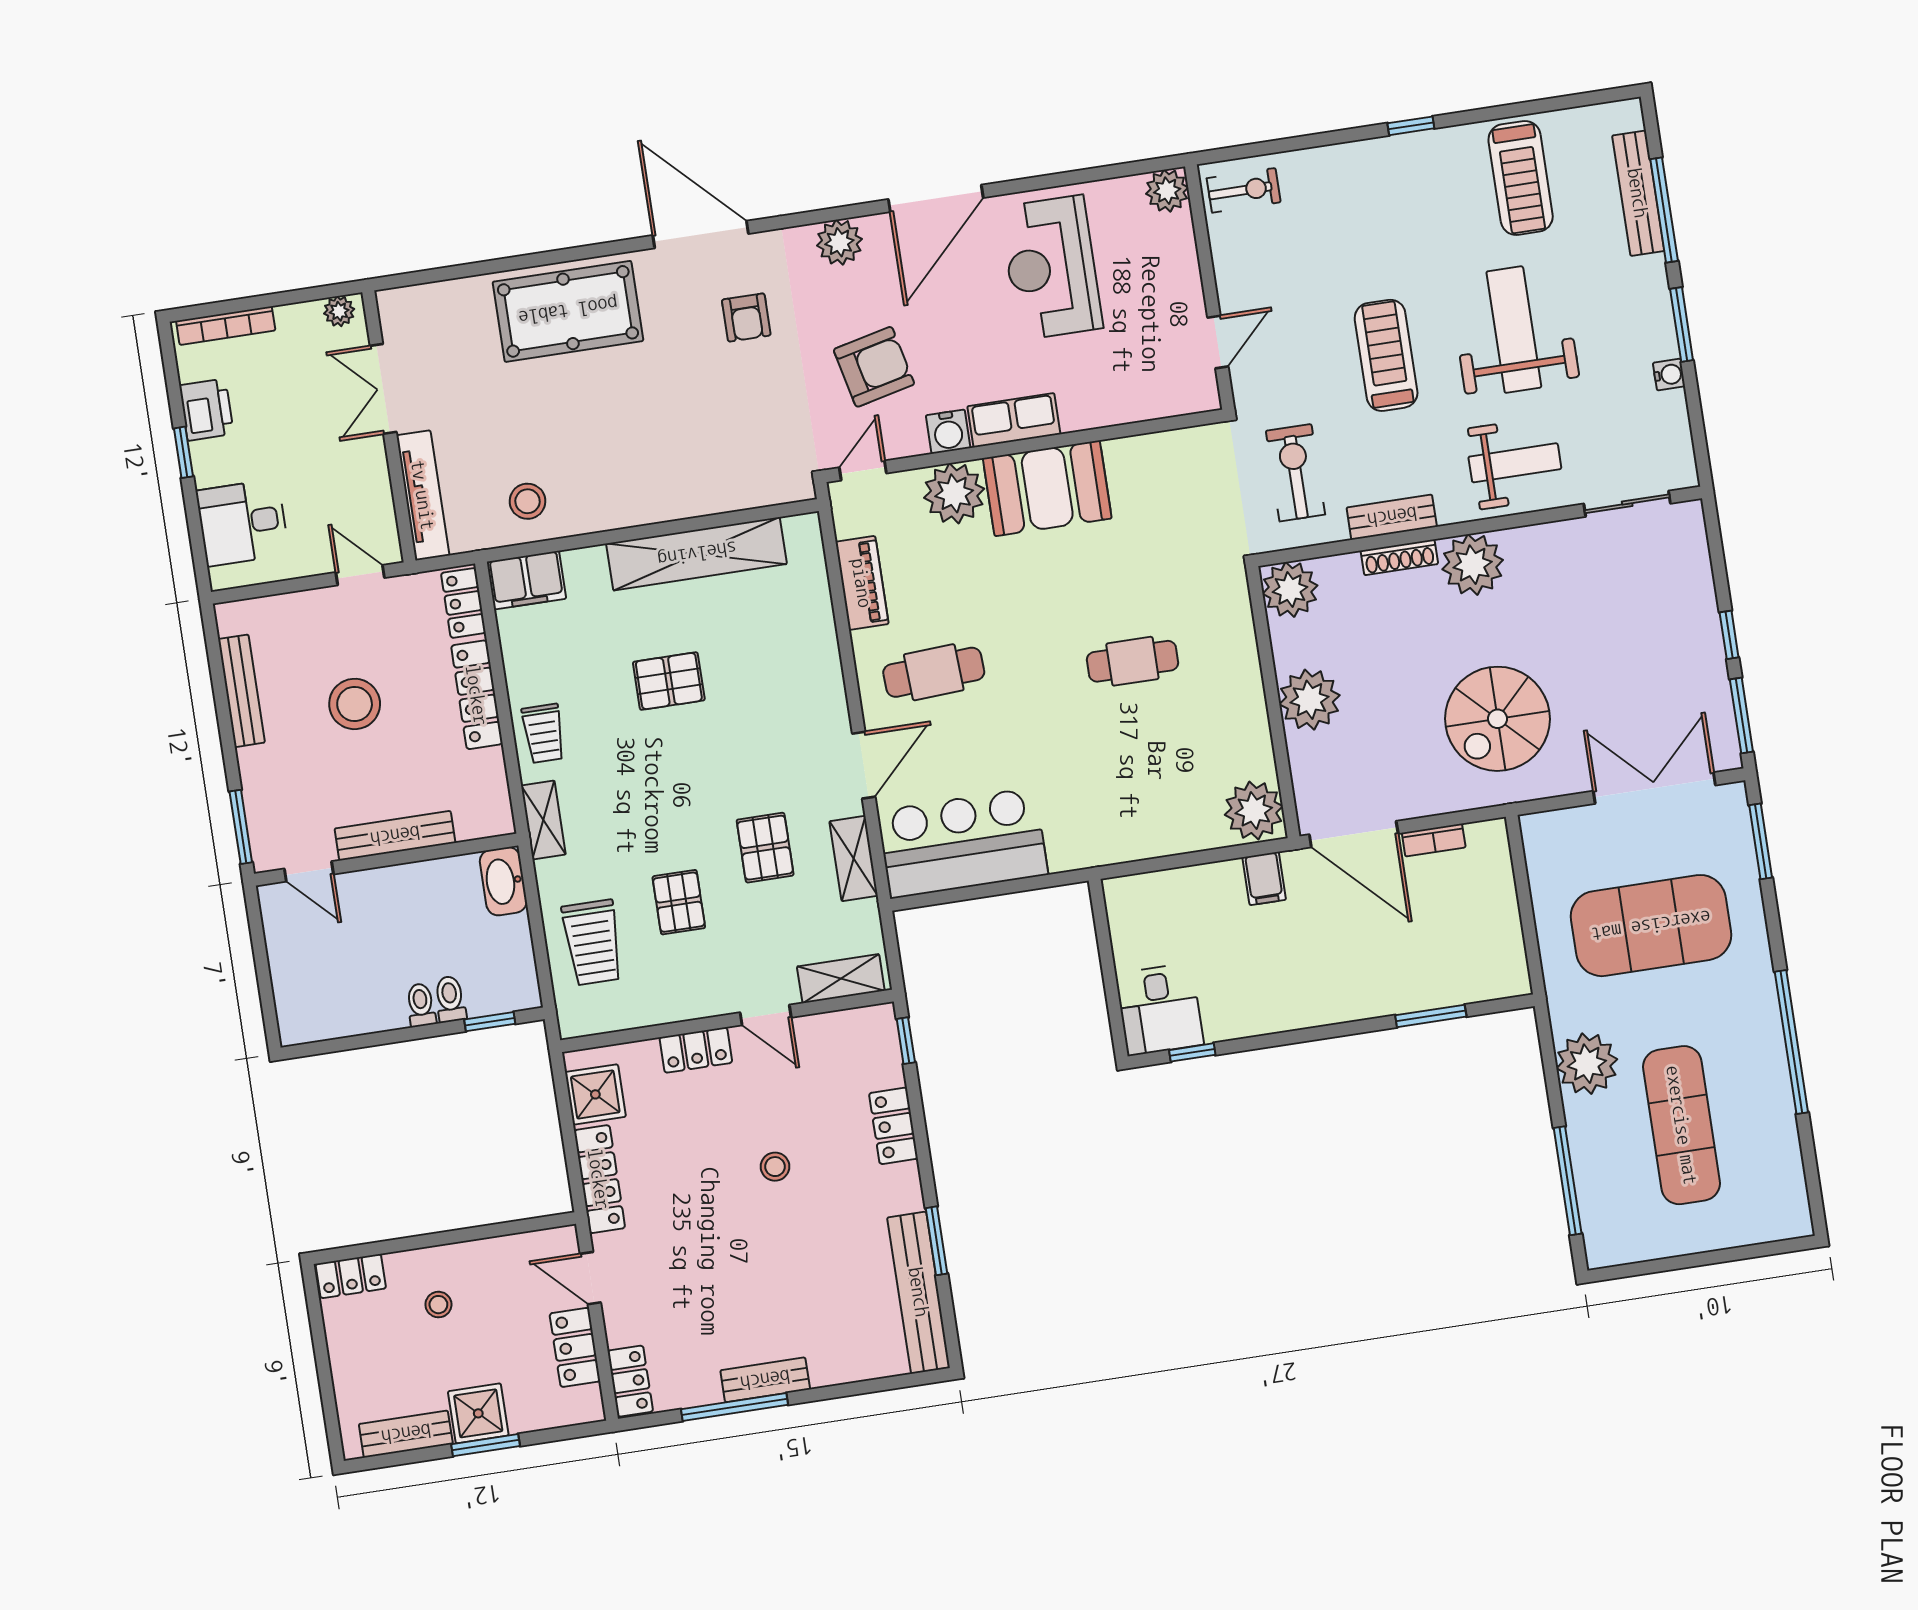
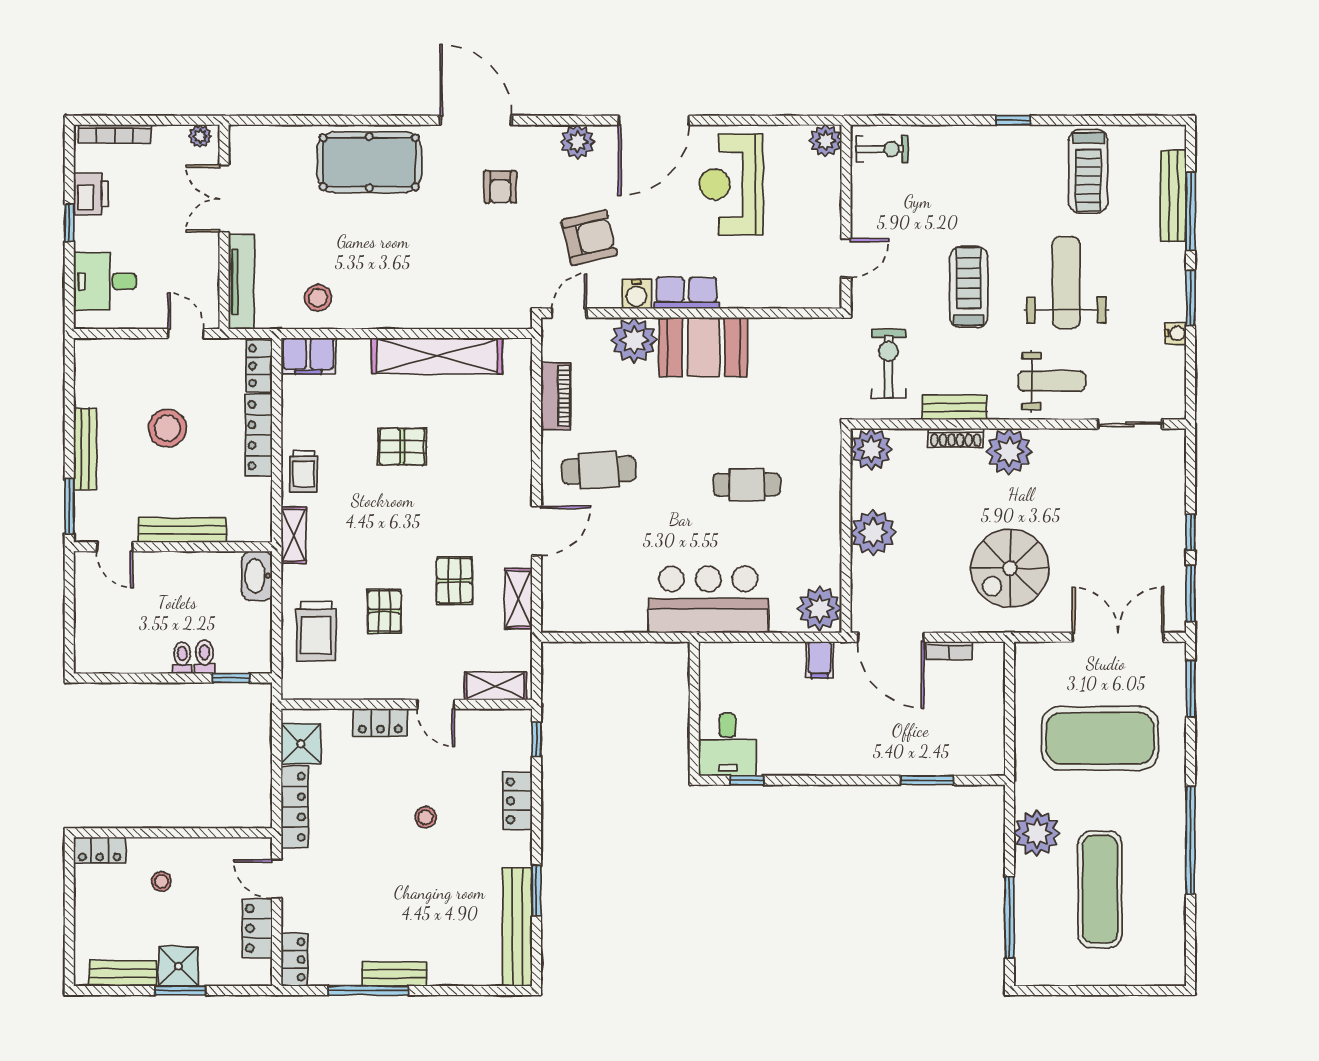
bench: (241, 691) -> (85, 449), moved
bar counter: (963, 843) -> (708, 600), moved

